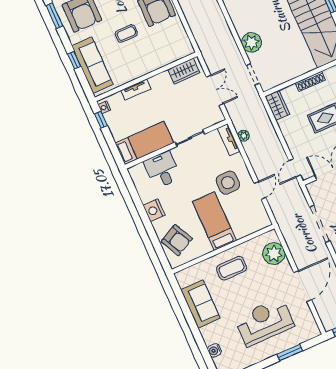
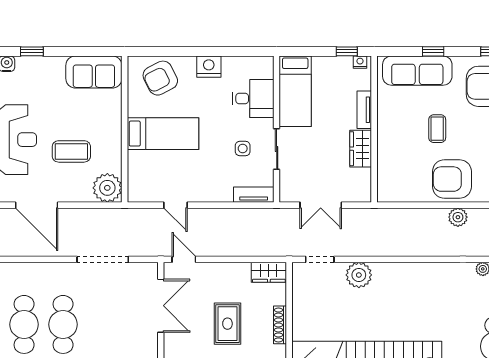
wardrobe: (184, 71) -> (361, 149), moved
plant: (244, 136) -> (250, 215), removed
side table: (228, 183) -> (243, 149), moved, width x0.54, depth x0.54
plant: (274, 254) -> (107, 188), moved
coffee table: (232, 268) -> (71, 151), moved, turned 90
sofa: (200, 304) -> (94, 72), moved
window: (198, 337) -> (32, 51), added

